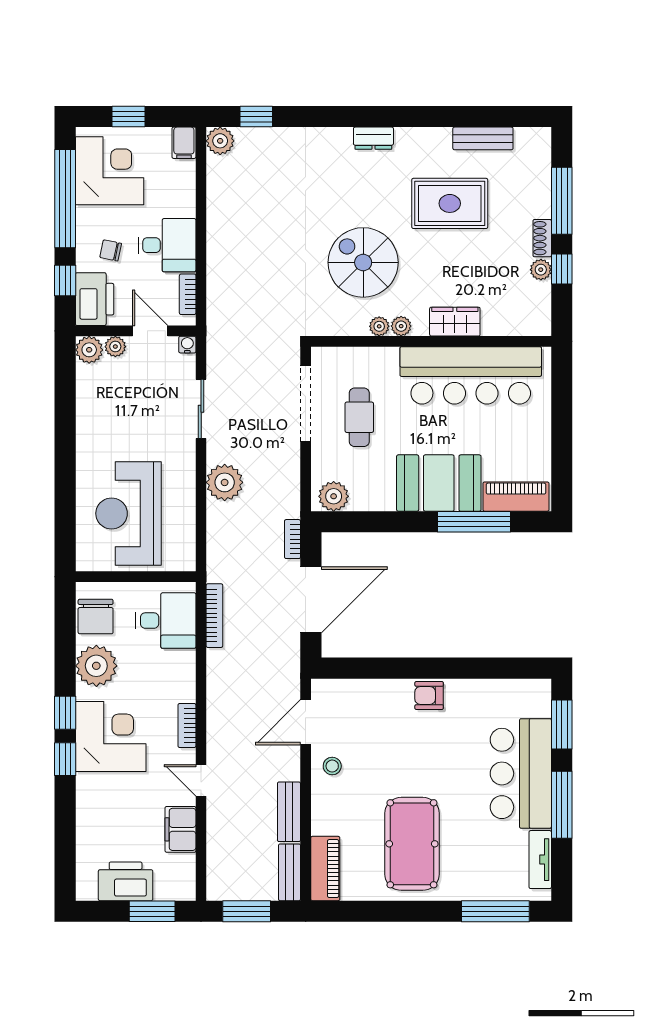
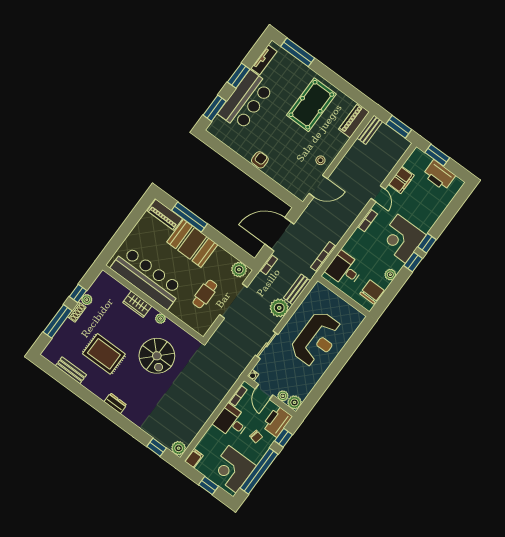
plant: (379, 326) -> (169, 325), removed
doorway: (306, 404) -> (233, 301), moved
reception desk: (129, 513) -> (317, 339), moved
plant: (96, 666) -> (390, 275), width x0.53, depth x0.53
armchair: (429, 695) -> (260, 160), turned -90
window: (562, 805) -> (239, 76), width x0.69
bench: (289, 812) -> (297, 289), moved

